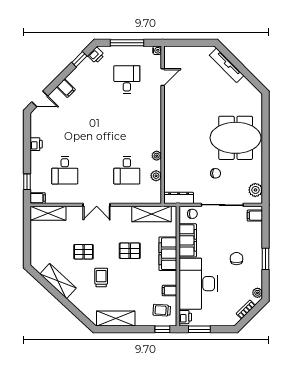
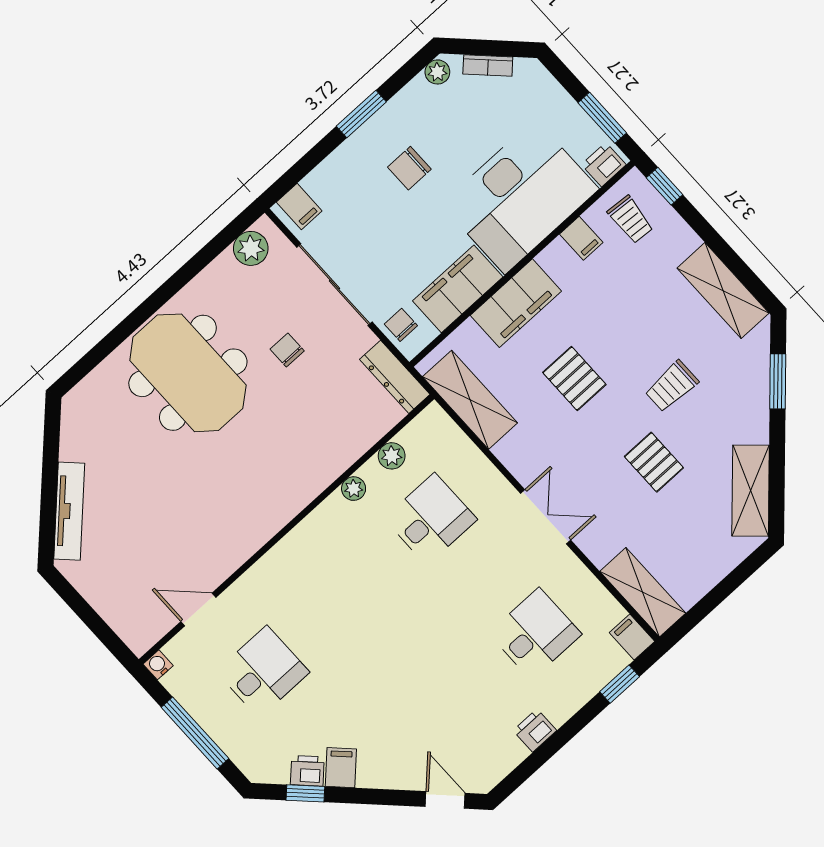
printer: (96, 55) -> (307, 771), moved
desk: (127, 79) -> (263, 672), turned 180
filing cabinet: (66, 88) -> (341, 768), moved
shelving: (58, 281) -> (751, 491), moved
window: (74, 310) -> (778, 381), added

